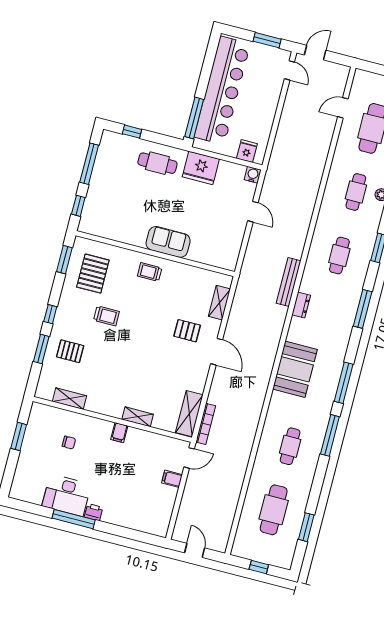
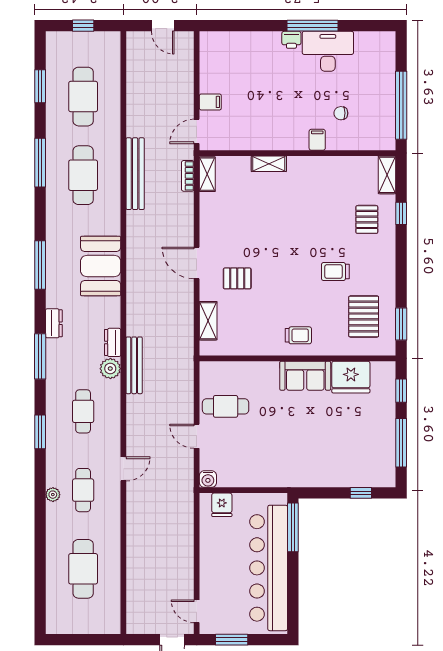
door: (343, 108) -> (123, 469), moved
cafe table: (157, 163) -> (226, 406), moved
fridge: (201, 168) -> (351, 377), moved, turned 180
sofa: (168, 242) -> (305, 376), moved
plant: (309, 284) -> (110, 369), added
window: (50, 314) -> (401, 257), removed
dresser: (345, 333) -> (54, 323), added
window: (41, 349) -> (401, 213), width x0.67
pallet: (70, 351) -> (367, 219), turned 90
shelving: (70, 399) -> (387, 175), moved, turned 90
shelving: (189, 414) -> (207, 174), width x0.67, depth x0.75
bookcase: (206, 424) -> (188, 176), width x0.64
filing cabinet: (119, 433) -> (317, 140), moved
window: (330, 435) -> (40, 163), moved
window: (19, 436) -> (401, 105), width x2.11
bench: (248, 437) -> (135, 174), added
cafe table: (290, 446) -> (83, 175), width x1.37, depth x1.35

